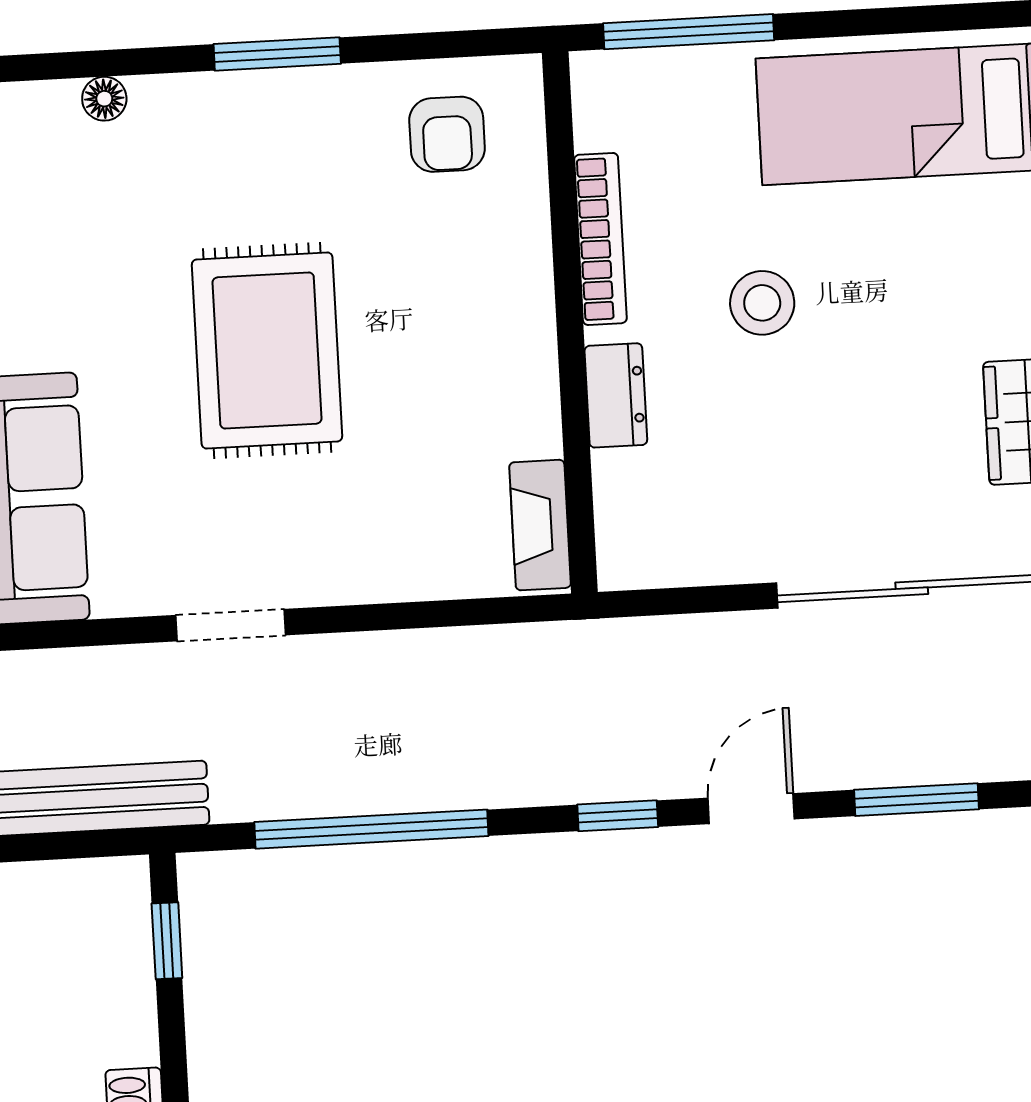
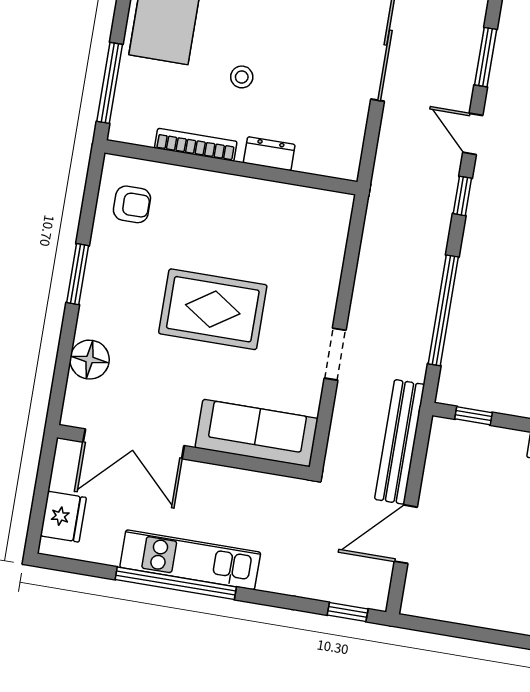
floor lamp: (104, 99) -> (90, 360), width x1.89, depth x1.89
stool: (762, 303) -> (242, 77), width x0.73, depth x0.73
fireplace: (540, 525) -> (321, 202), removed

